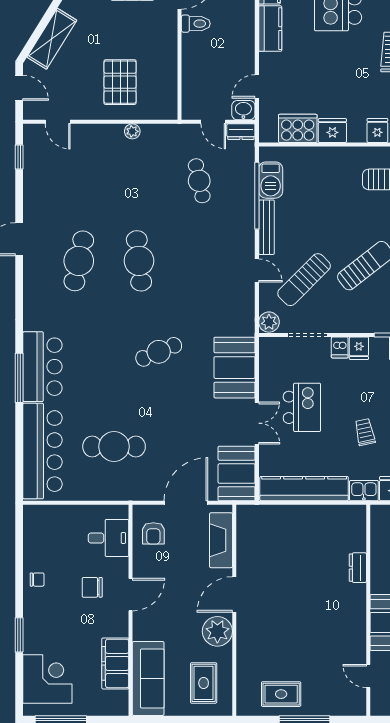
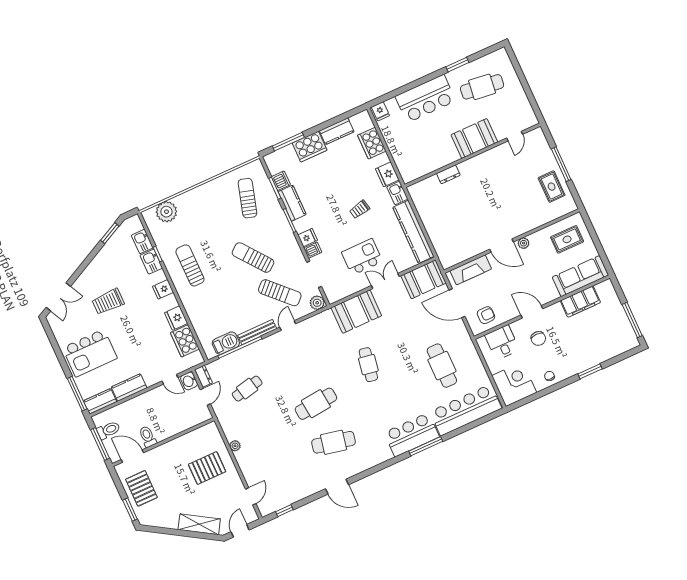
cafe table: (159, 352) -> (368, 365), turned 33
plant: (217, 631) -> (524, 243), width x0.53, depth x0.53
corner desk: (47, 679) -> (514, 384), moved, turned 90

